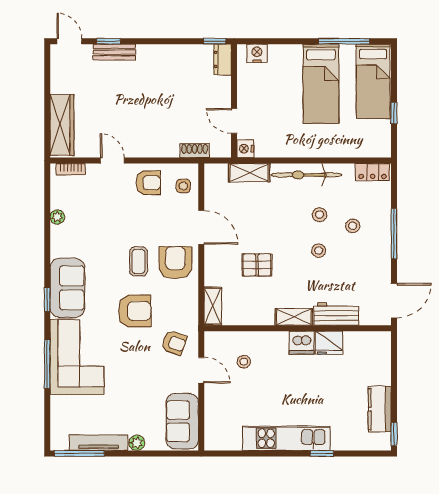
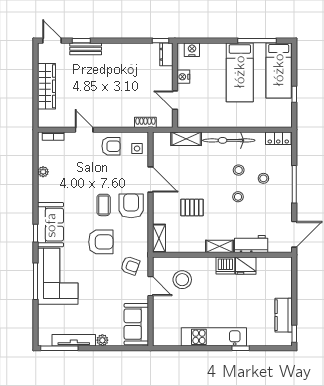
wardrobe: (62, 125) -> (47, 86), moved
nightstand: (245, 149) -> (183, 77), moved
stool: (244, 362) -> (182, 280), width x1.89, depth x1.89

